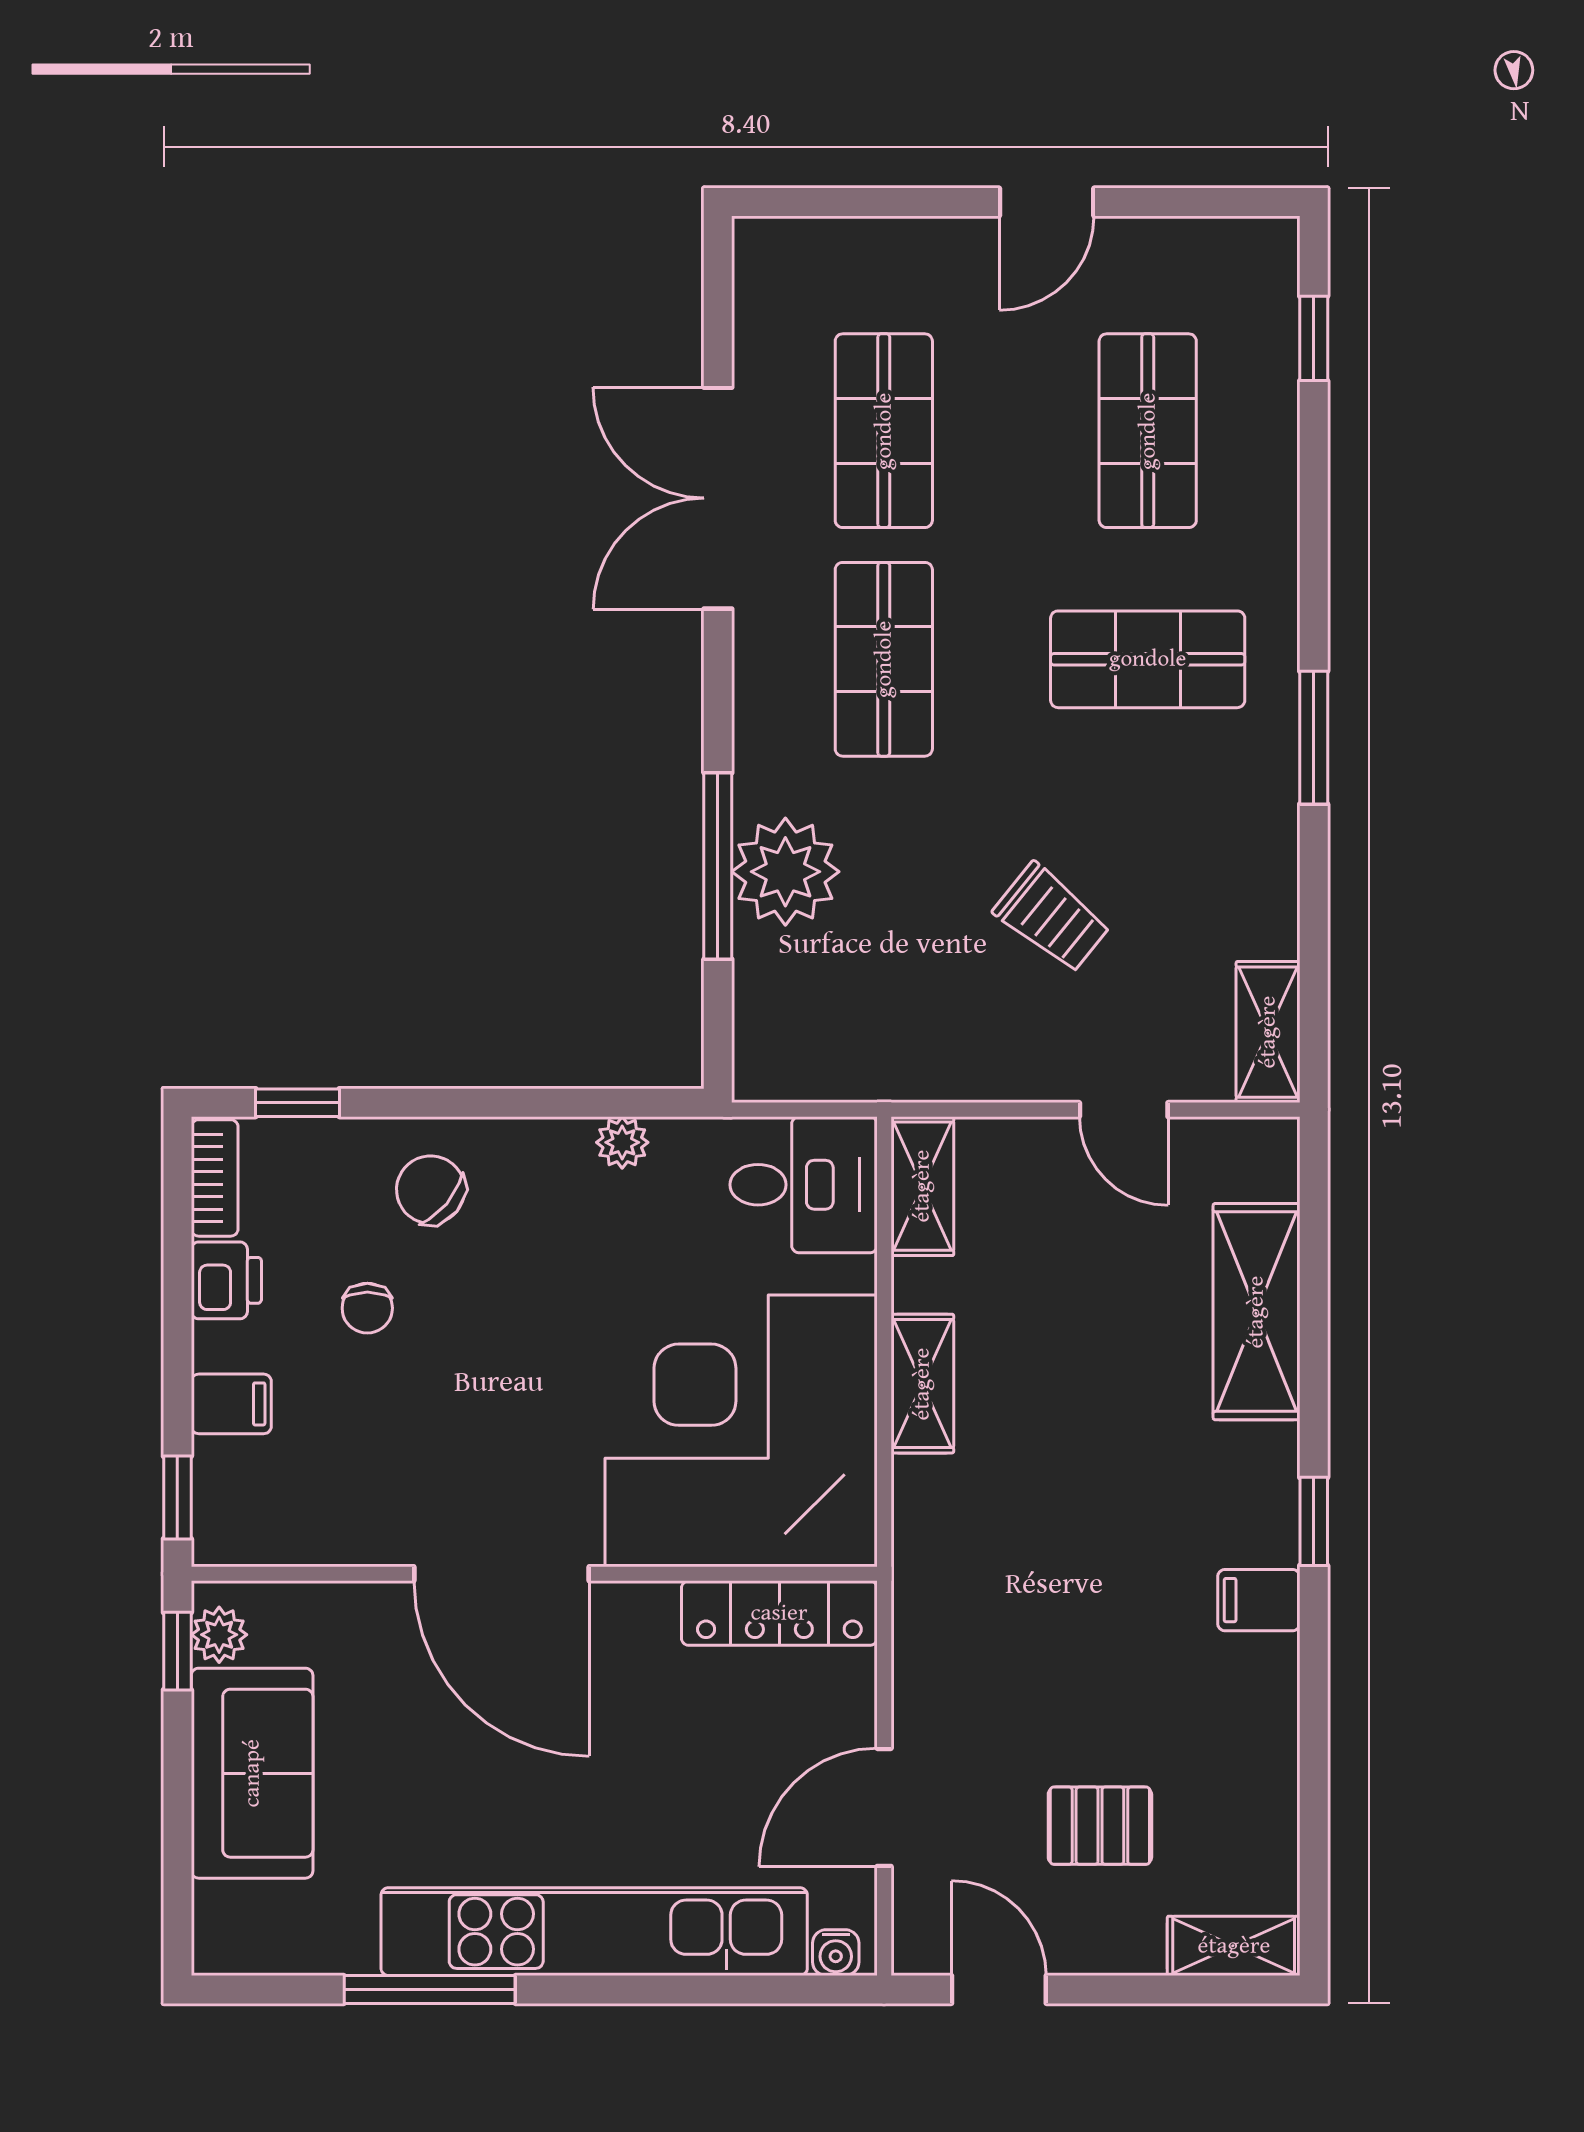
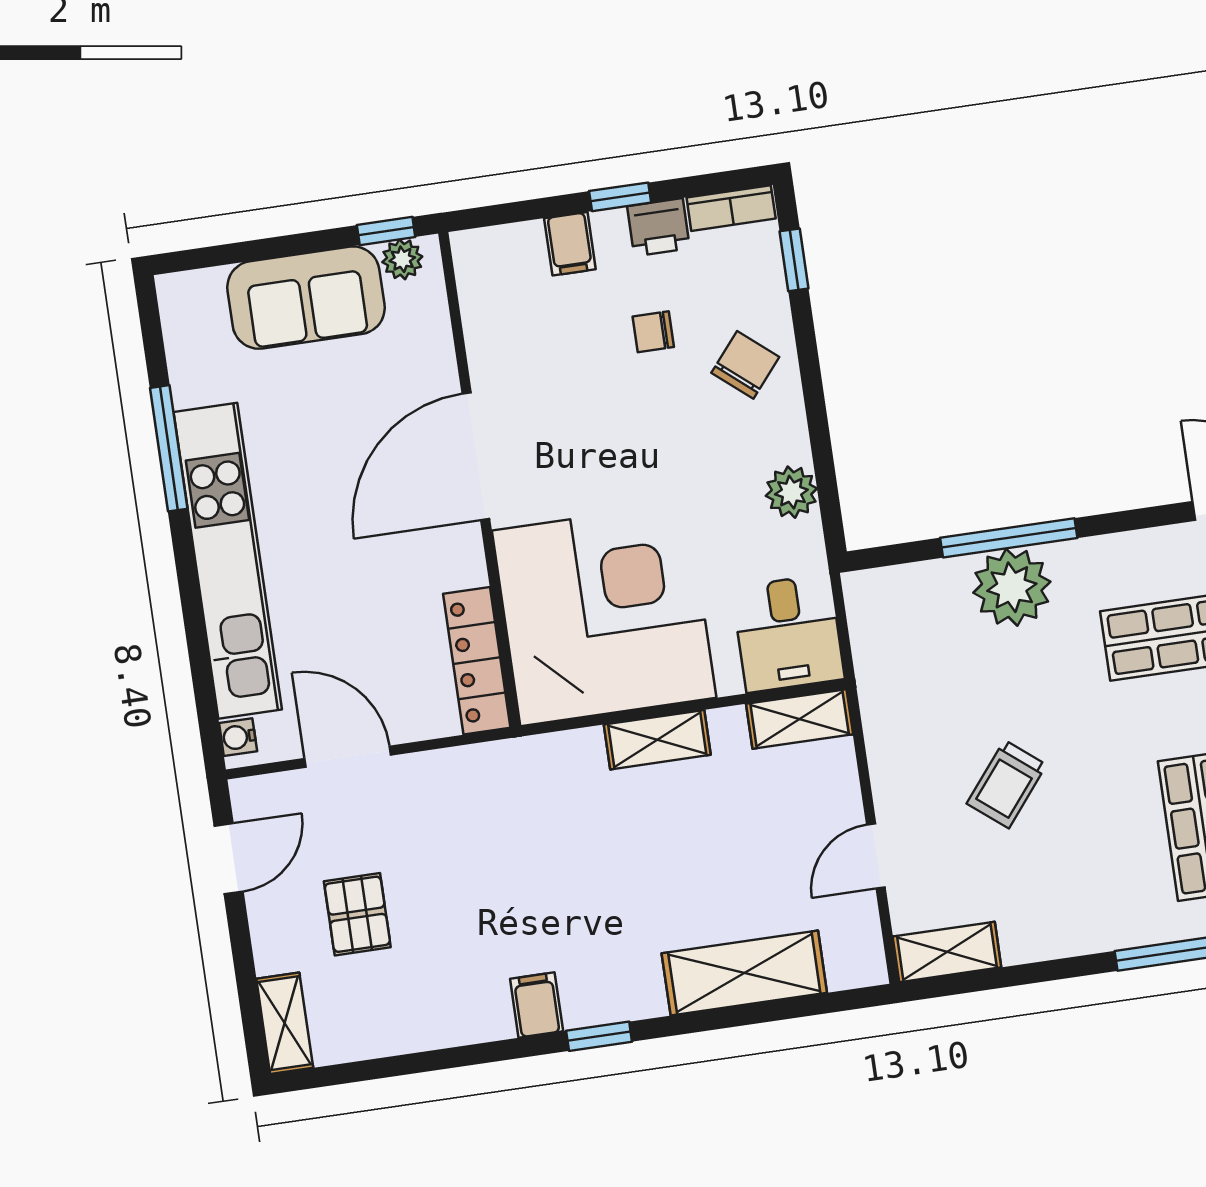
plant: (622, 1142) -> (791, 492), width x1.38, depth x1.38
window: (177, 1497) -> (620, 197), moved

